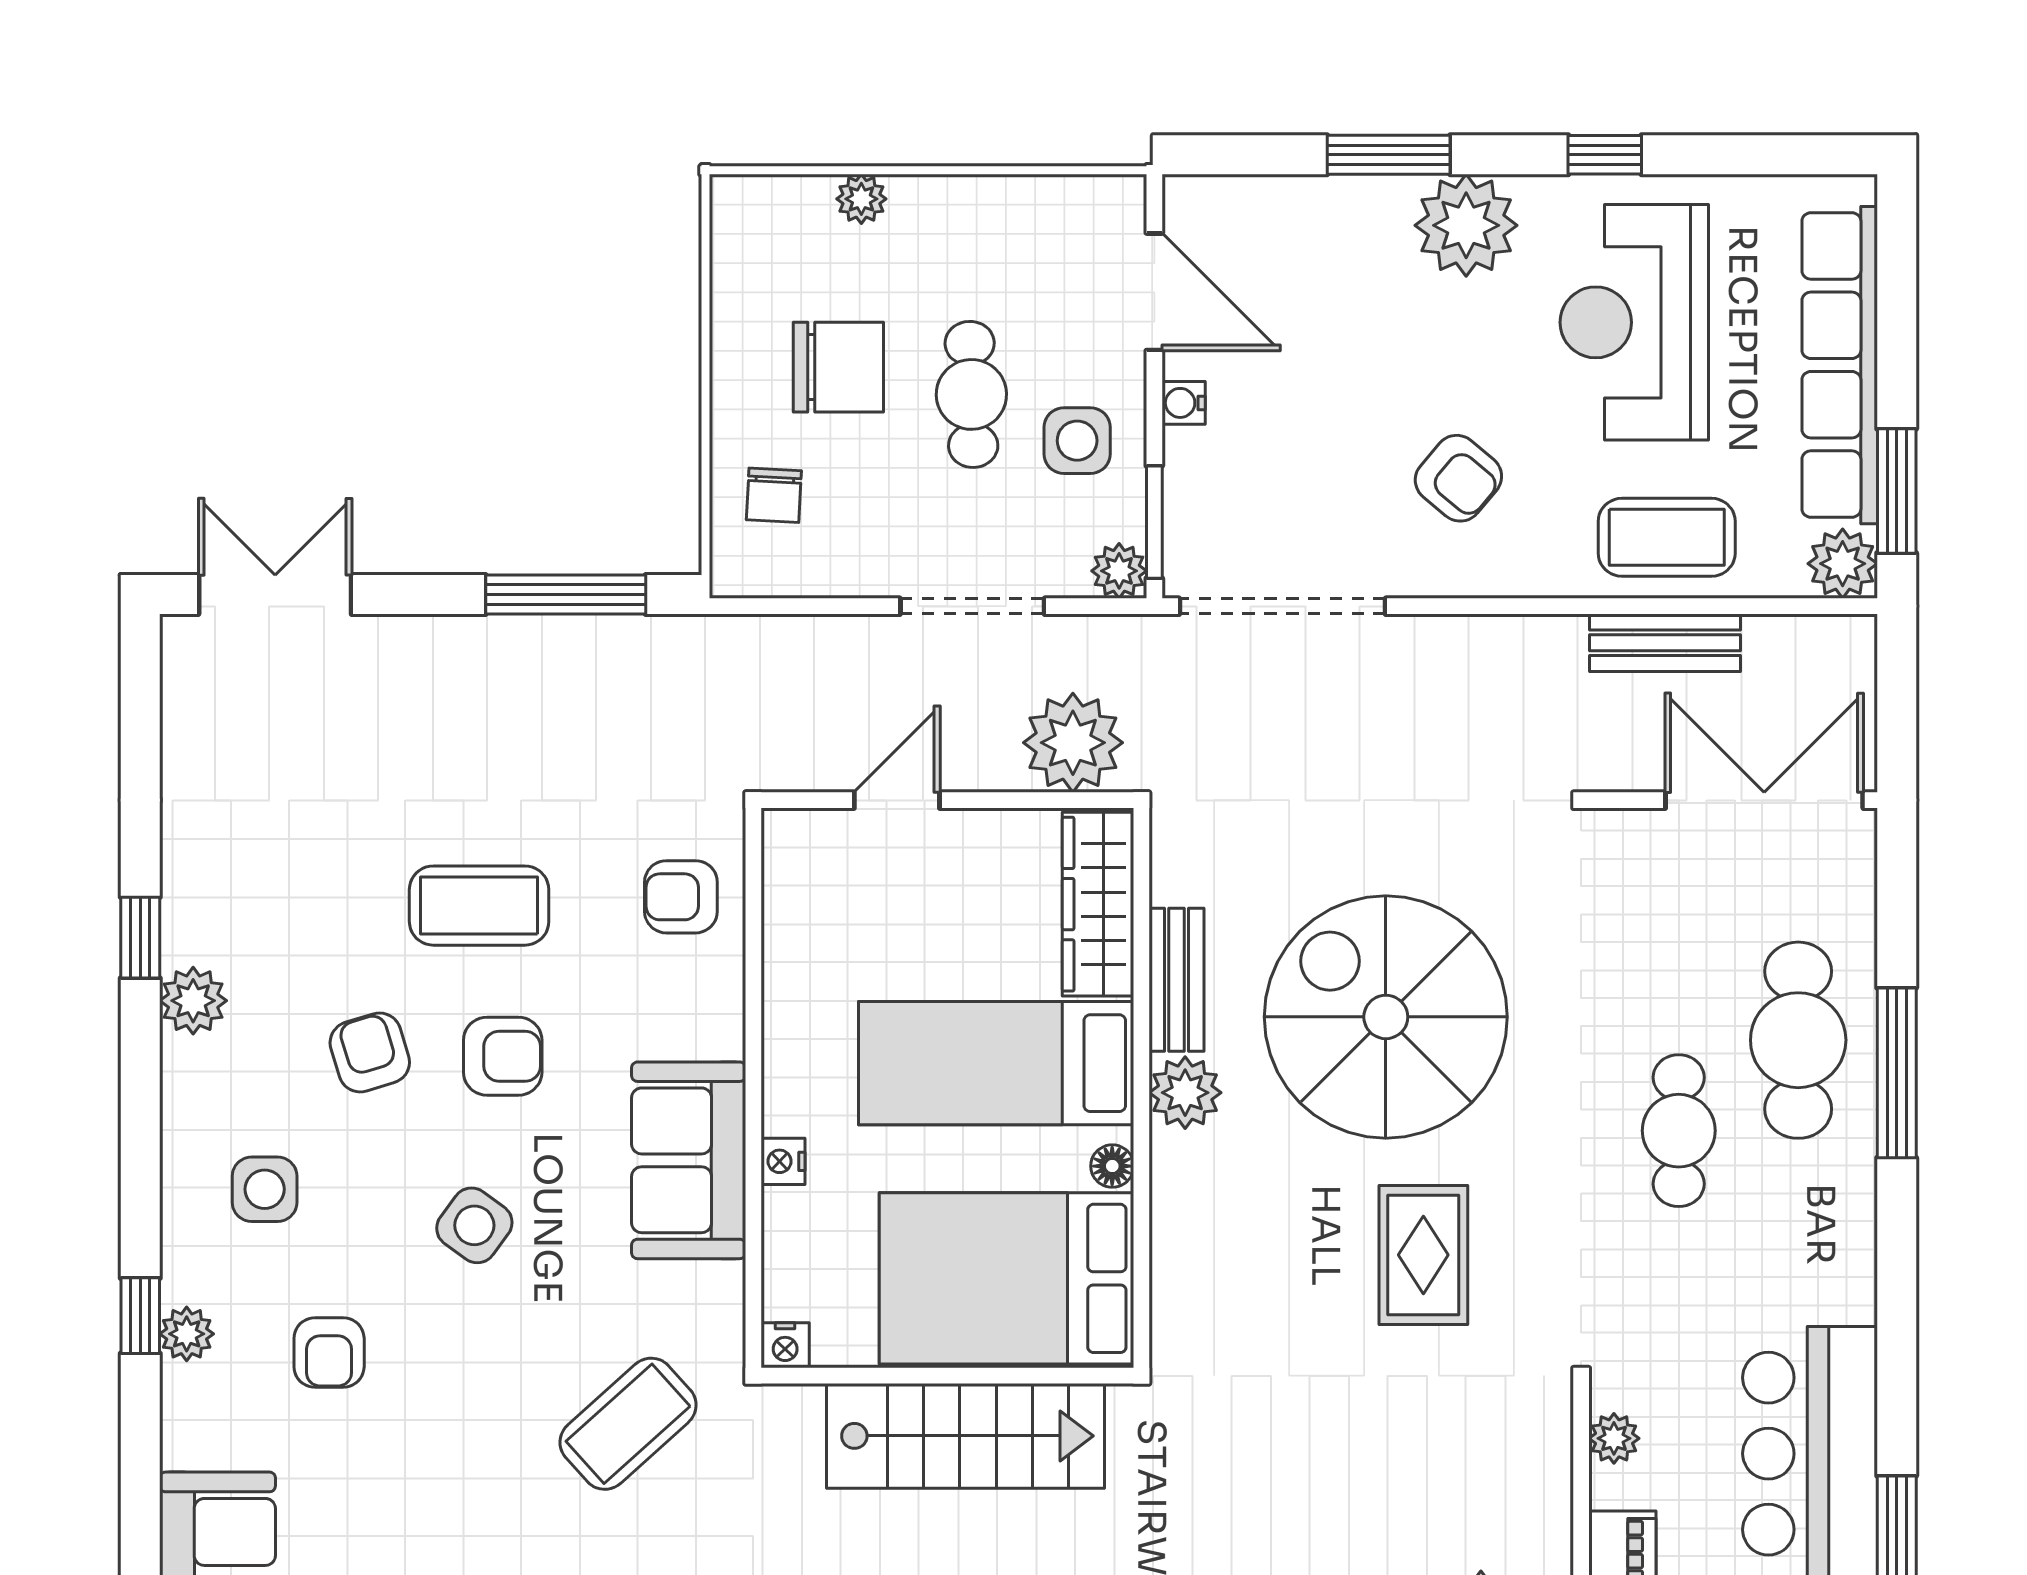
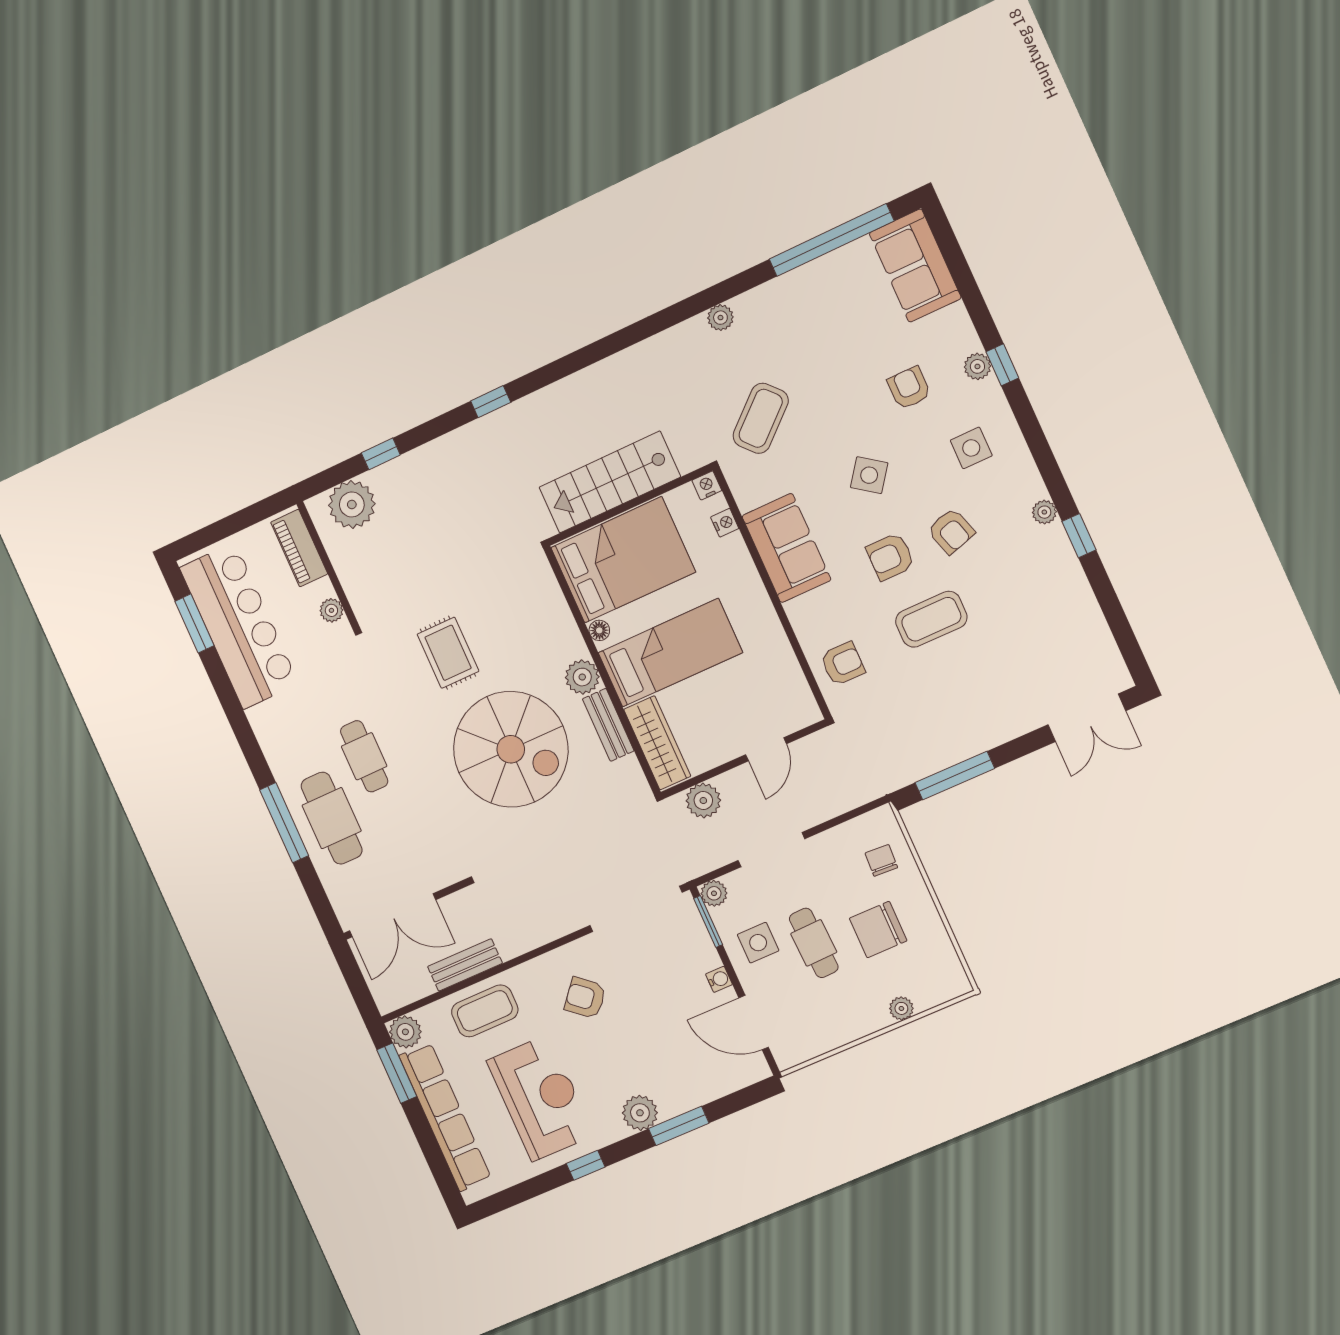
plant: (1466, 225) -> (640, 1113), width x0.73, depth x0.73
plant: (1073, 743) -> (703, 801), width x0.73, depth x0.73
plant: (193, 1001) -> (1044, 512), width x0.73, depth x0.73
nightstand: (783, 1161) -> (725, 523), moved

